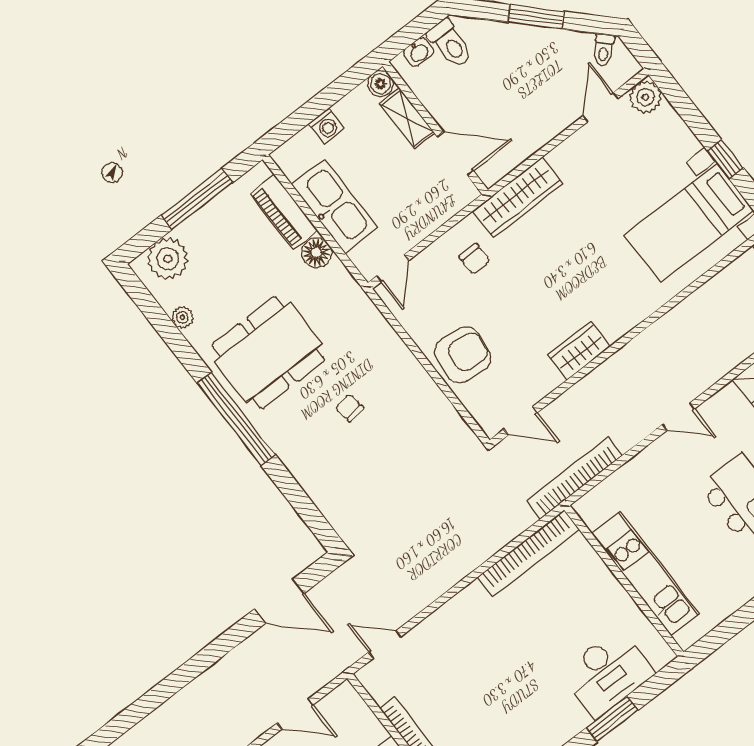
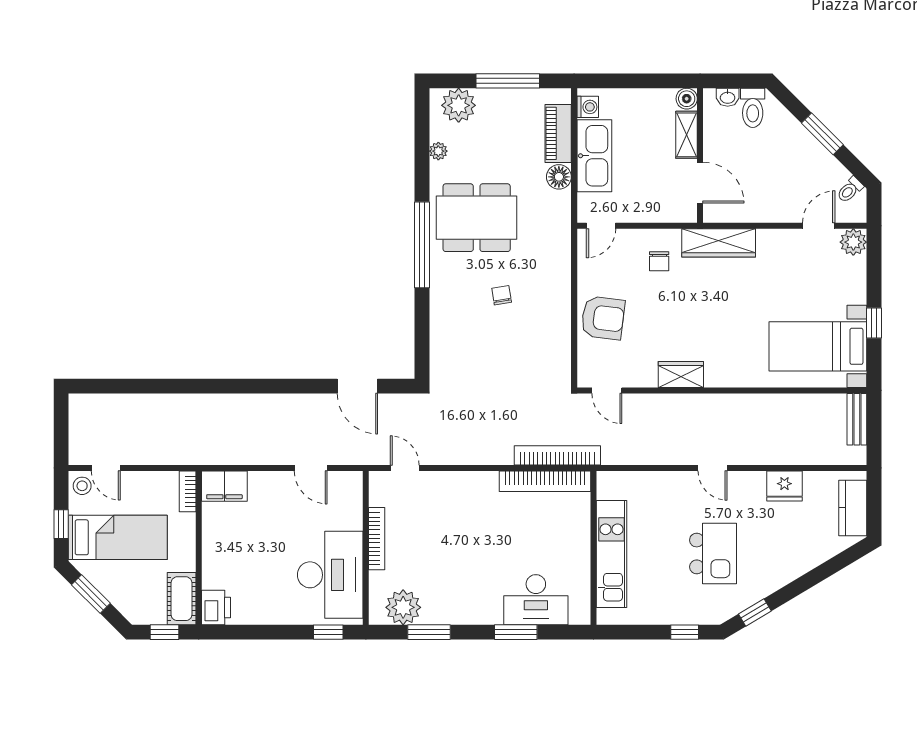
washing machine: (326, 126) -> (588, 107), moved, turned -90
bookcase: (574, 478) -> (557, 455), moved

